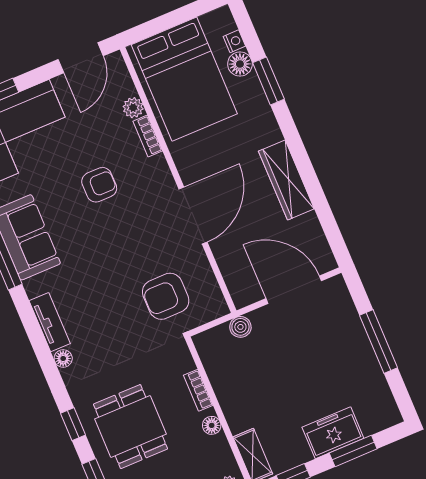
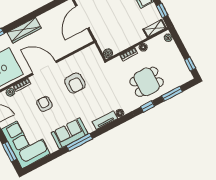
wardrobe: (286, 180) -> (24, 30), moved
door: (193, 216) -> (44, 68), moved
armchair: (166, 296) -> (75, 83), moved
boiler: (240, 327) -> (108, 53), moved

